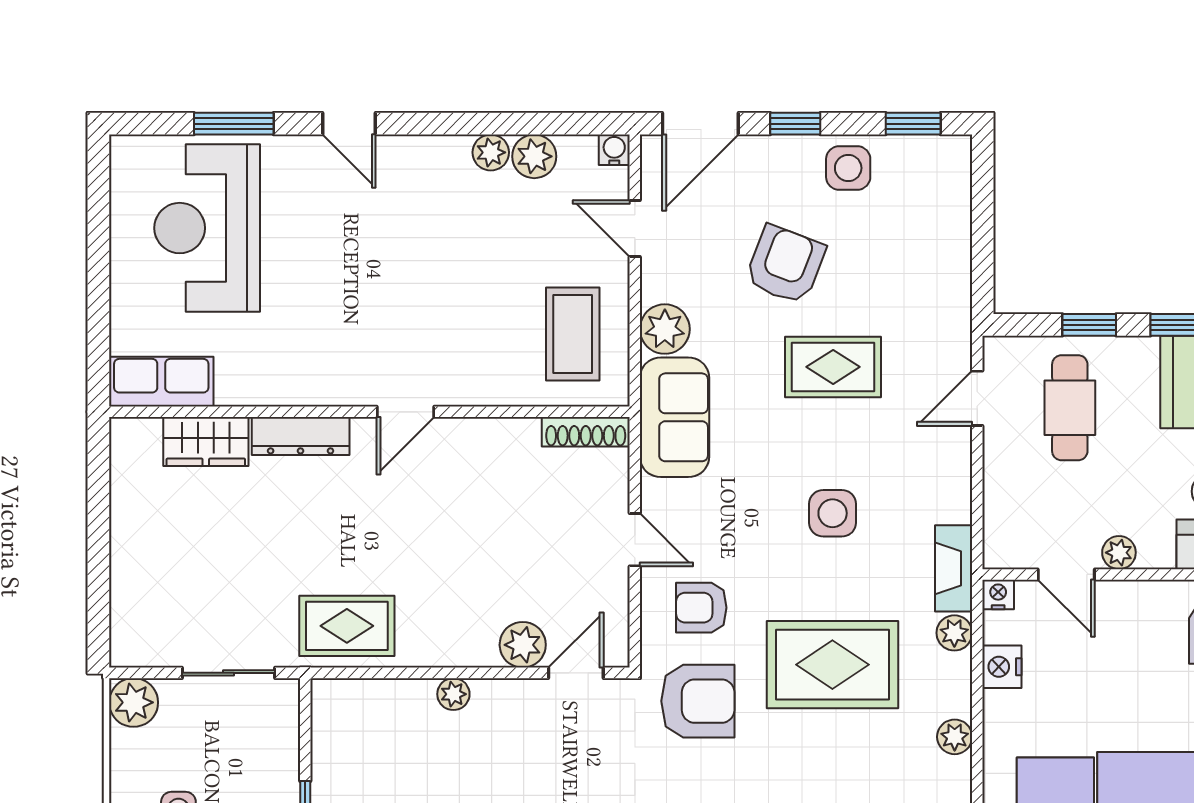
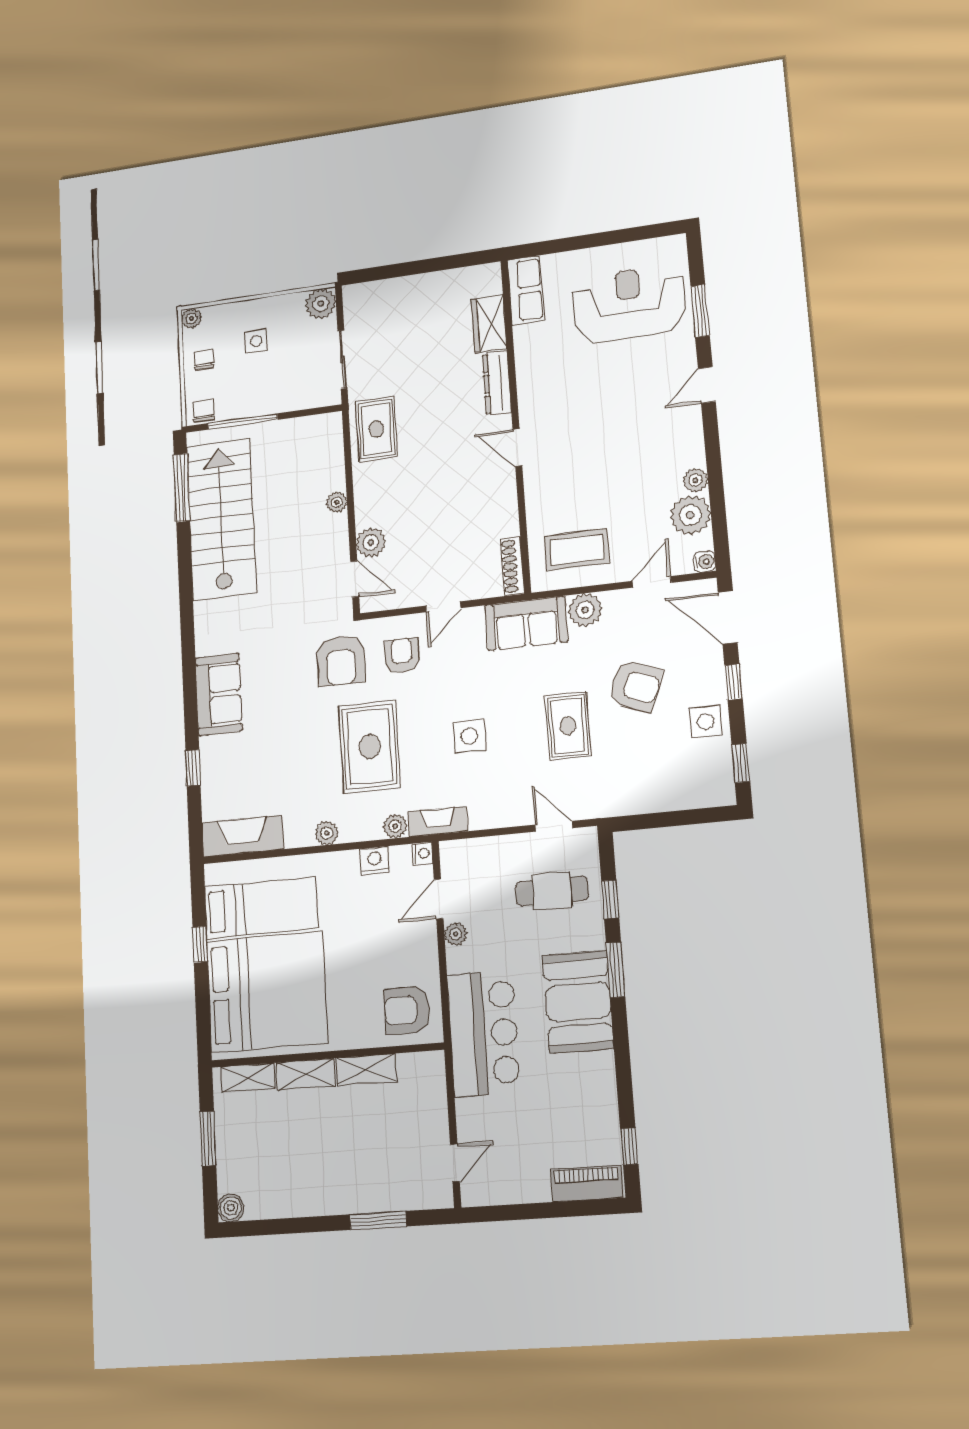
plant: (534, 156) -> (690, 515), width x1.36, depth x1.36

